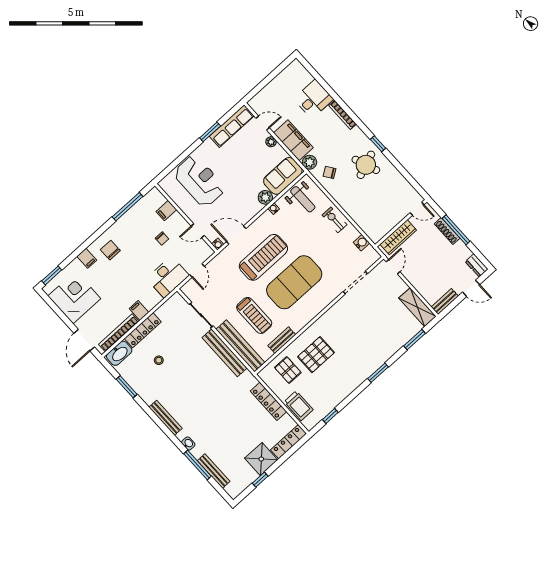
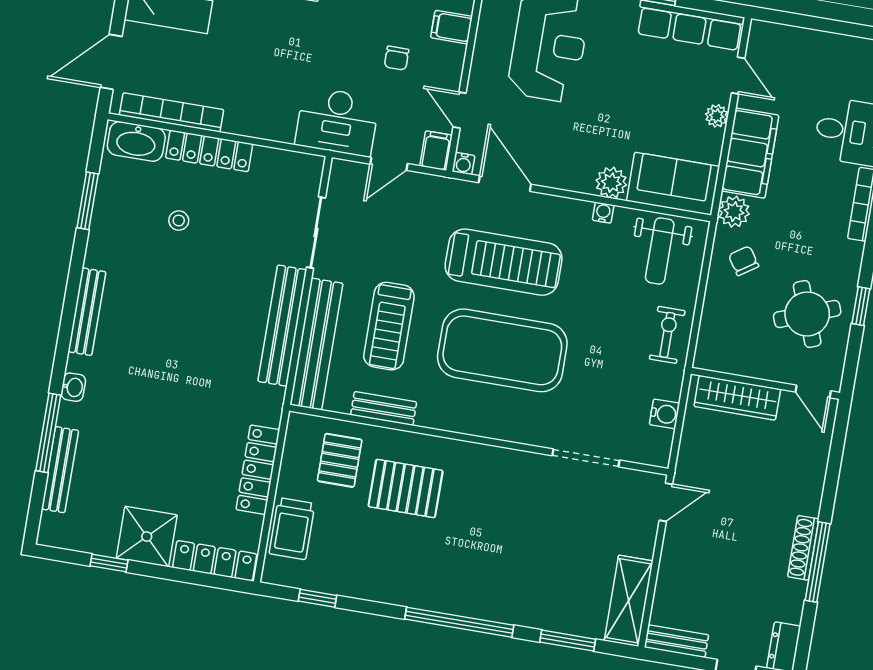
door: (417, 209) -> (813, 391), moved
wall: (401, 223) -> (765, 383), moved
wardrobe: (398, 237) -> (737, 398), moved
filing cabinet: (139, 311) -> (436, 151), moved
window: (378, 373) -> (459, 622), width x2.11

